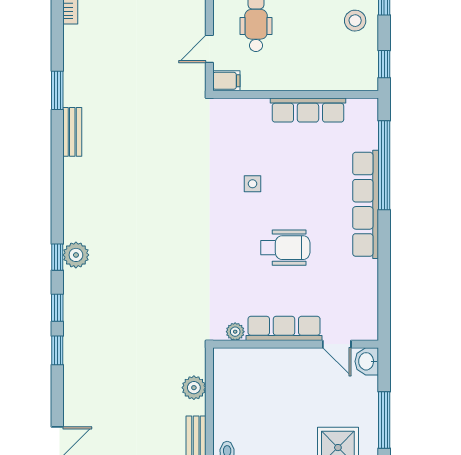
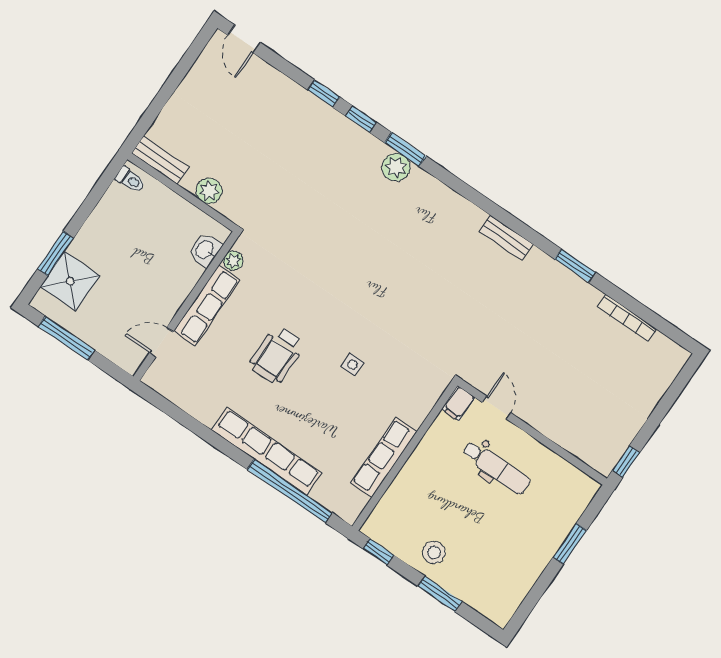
window: (57, 90) -> (575, 266), moved
window: (57, 257) -> (405, 149), width x1.50
washbasin: (367, 361) -> (205, 250), moved, turned -90

